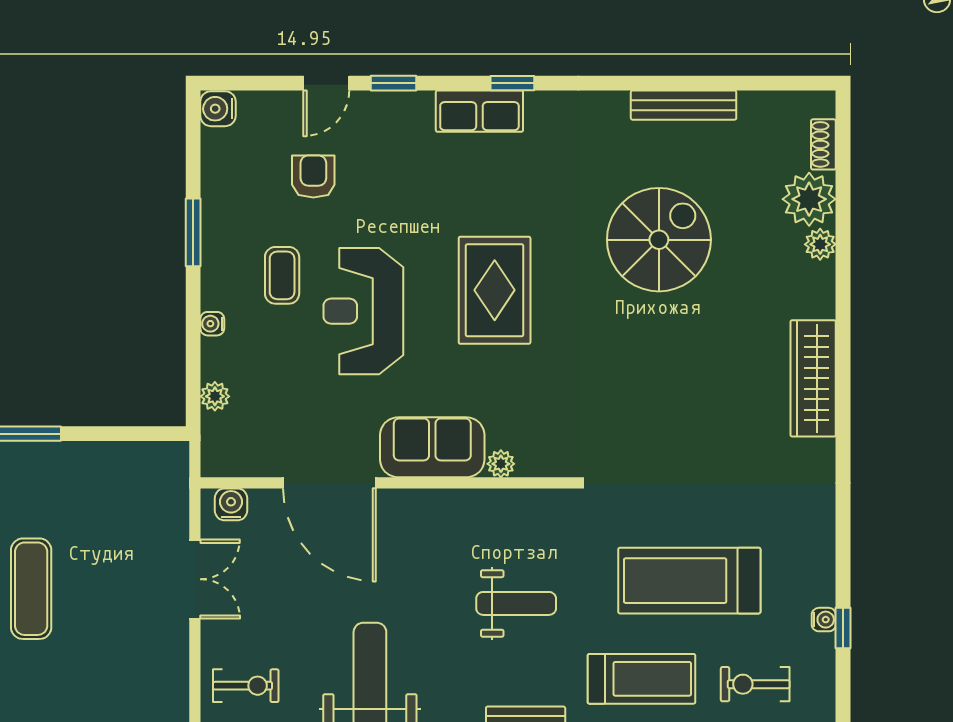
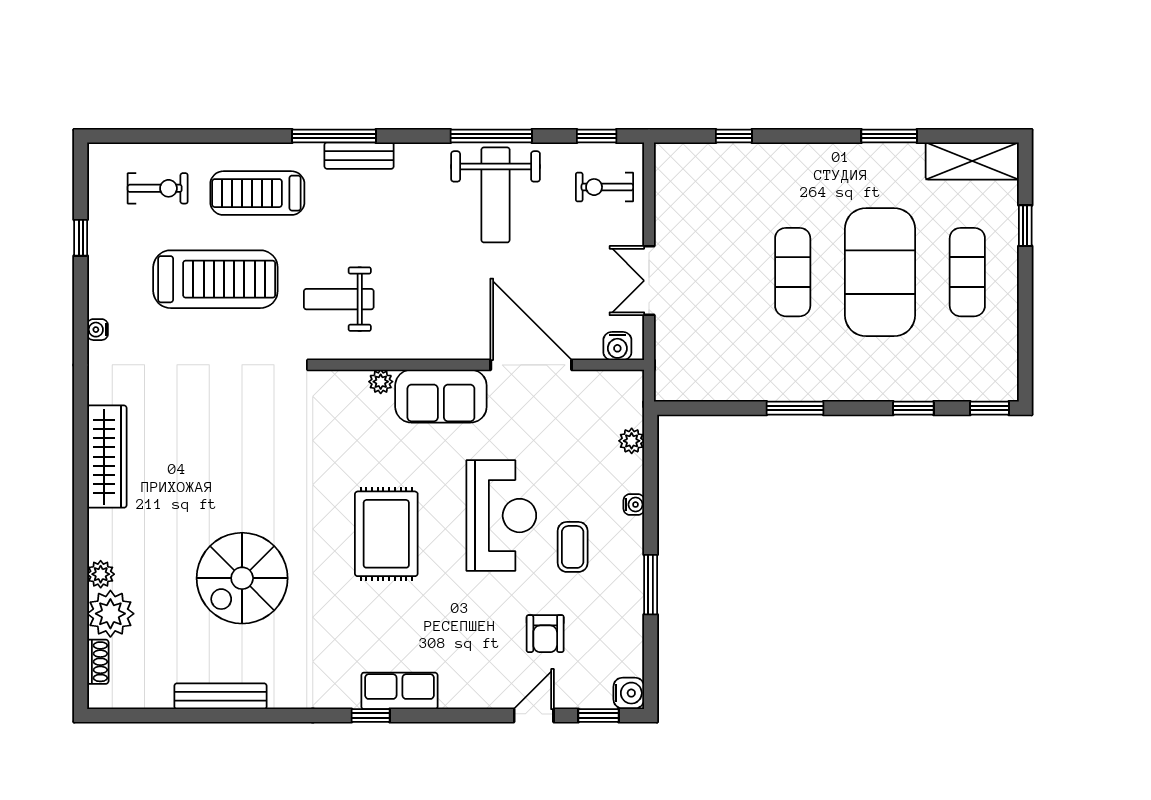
window: (393, 83) -> (599, 716), moved
weight bench: (516, 603) -> (339, 299), moved
water cooler: (824, 620) -> (97, 330), moved

